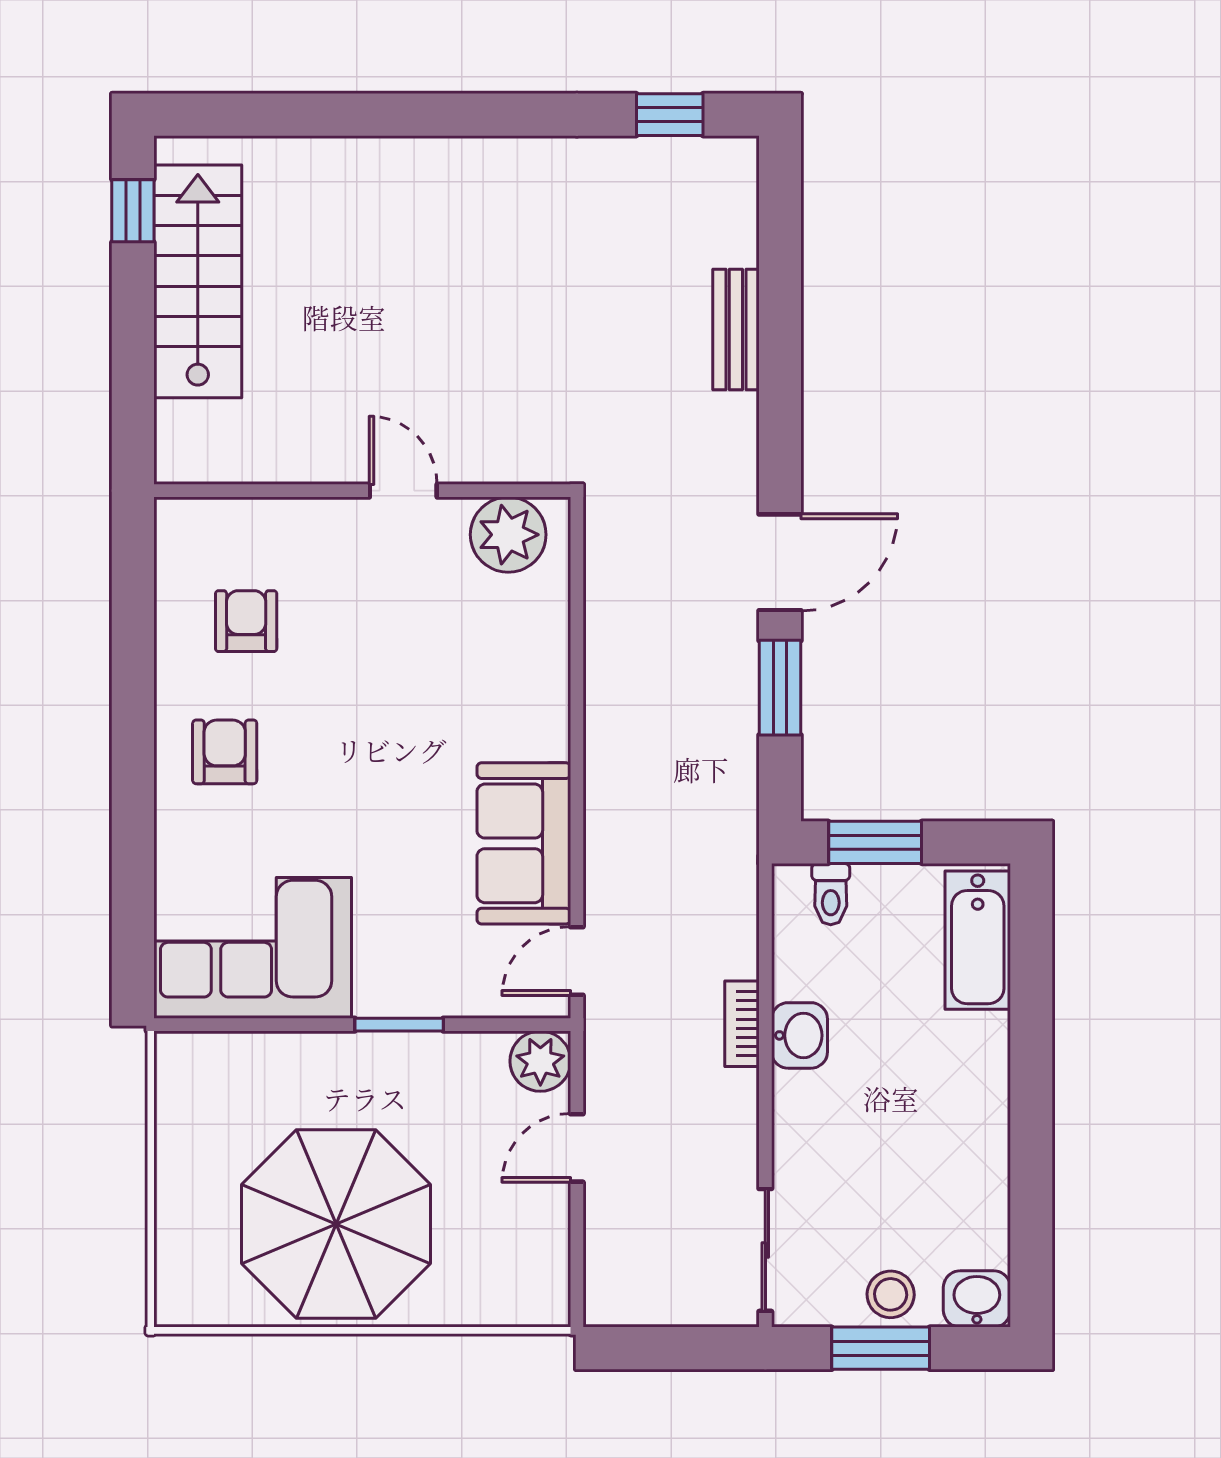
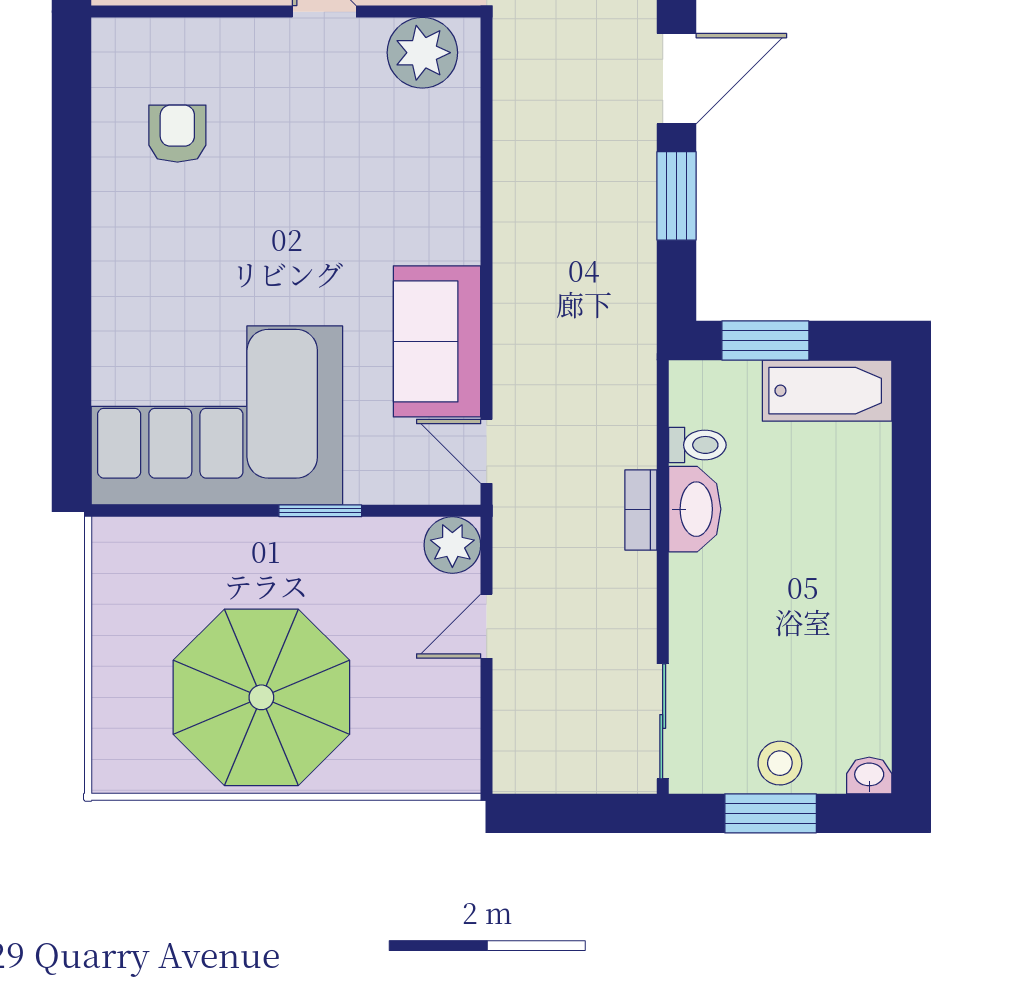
armchair: (225, 752) -> (157, 256), removed
toilet: (831, 894) -> (697, 445), moved, turned -90
bathtub: (978, 940) -> (827, 391), moved, turned -90
corner sofa: (253, 948) -> (217, 415), width x1.36, depth x1.36
door: (577, 961) -> (487, 451), hinge flipped
washbasin: (799, 1035) -> (695, 509), width x1.38
washbasin: (977, 1299) -> (869, 776), width x0.72, depth x0.69

